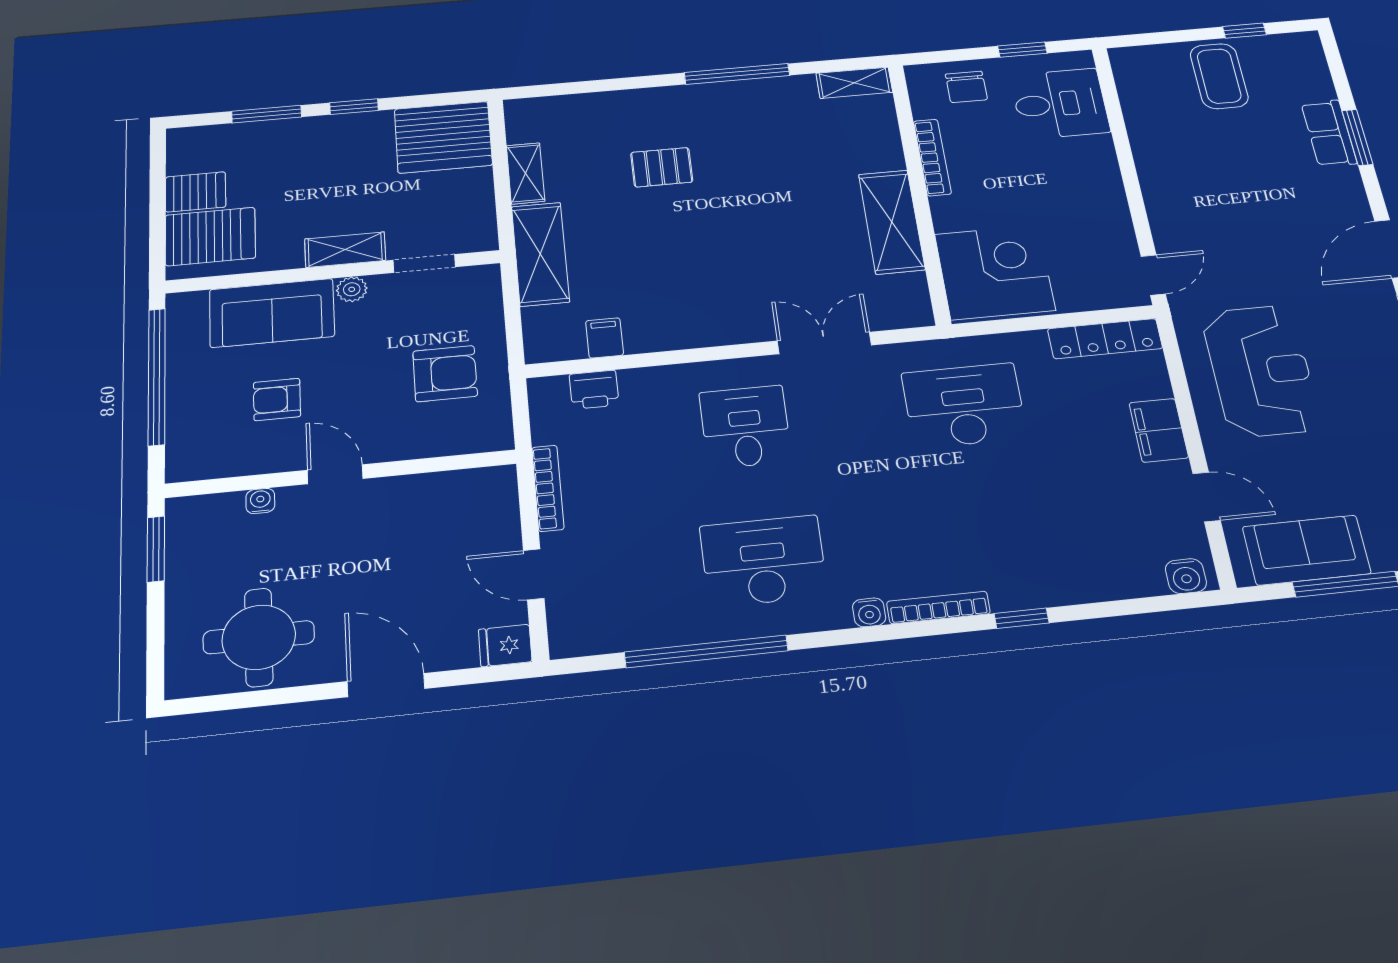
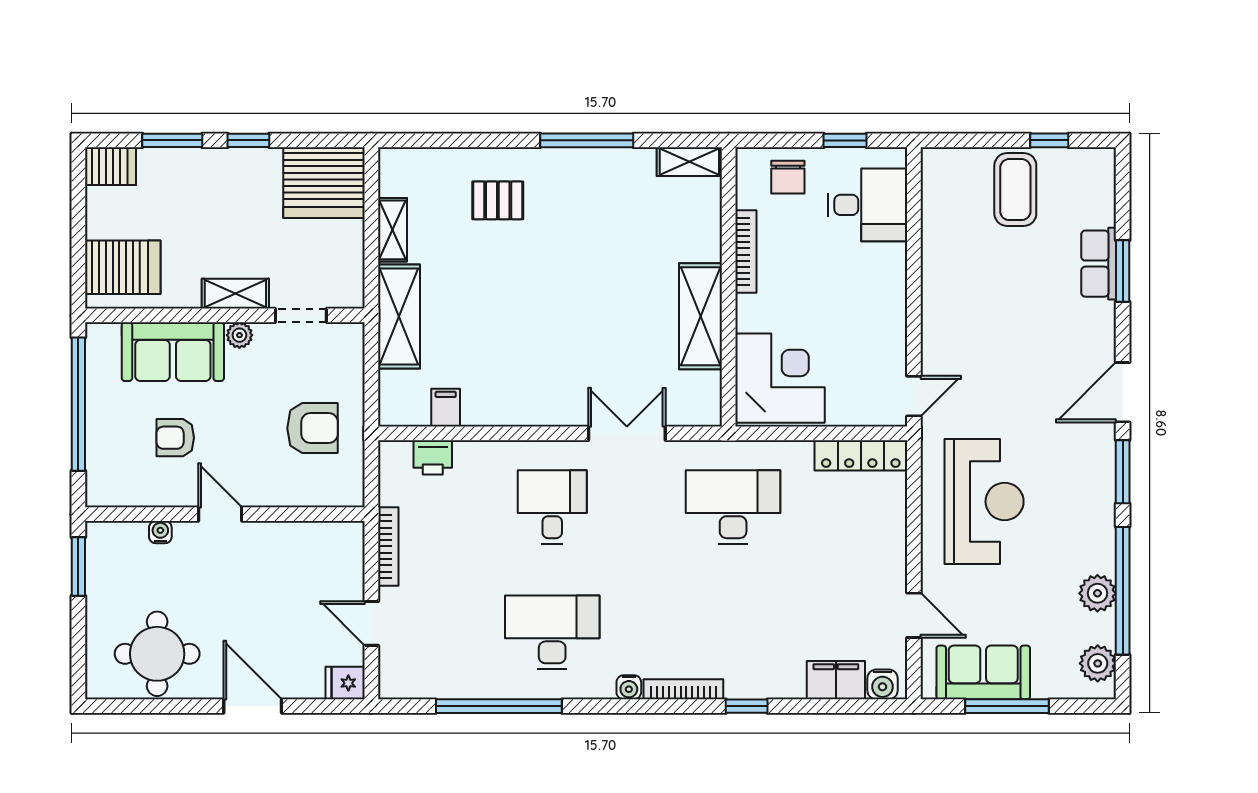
pallet: (662, 167) -> (498, 200), moved
server rack: (196, 192) -> (110, 166), moved
filing cabinet: (1159, 430) -> (836, 680), moved, turned 90

